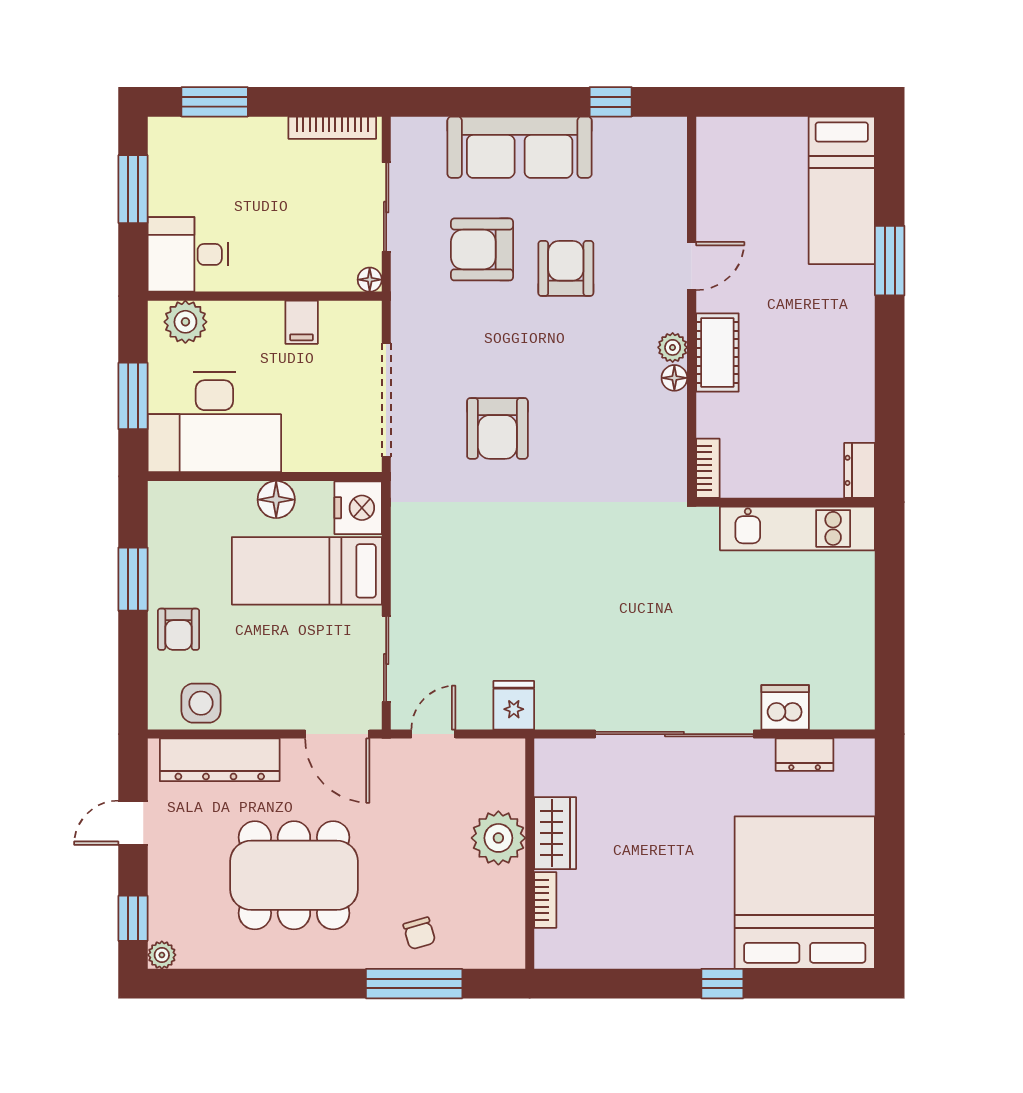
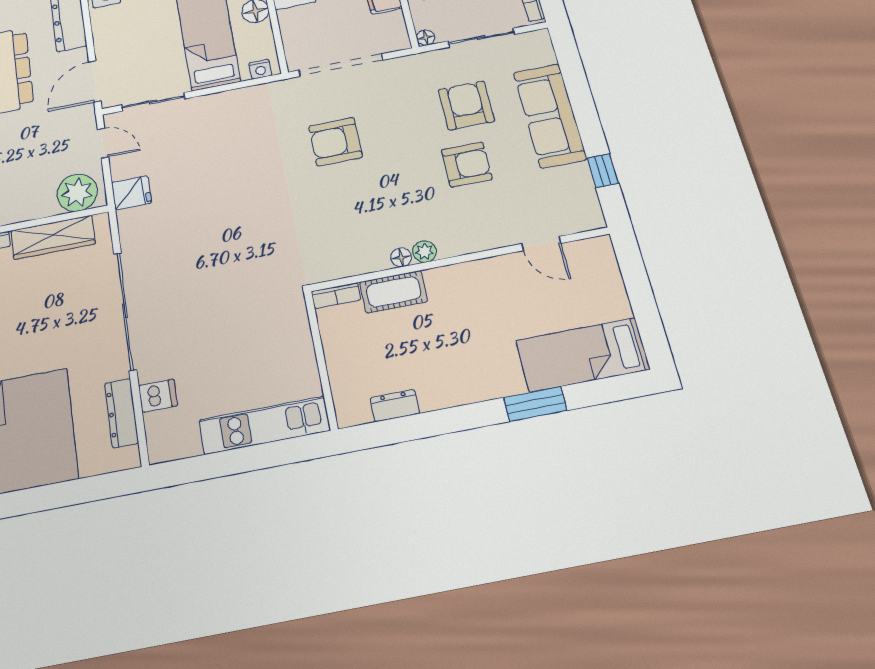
door: (692, 266) -> (541, 243), moved
cot: (717, 352) -> (394, 292), moved
dresser: (860, 470) -> (395, 406), moved
nightstand: (358, 508) -> (260, 69), width x0.53, depth x0.56
kitchen unit: (797, 528) -> (264, 425), moved, turned 90
dishwasher: (785, 707) -> (158, 396), width x0.73
dresser: (805, 755) -> (122, 413), width x1.44
wardrobe: (555, 833) -> (53, 237), width x1.50
plant: (498, 838) -> (77, 193), moved

